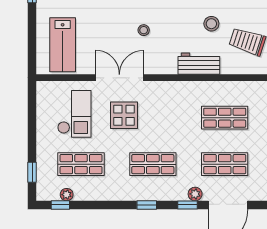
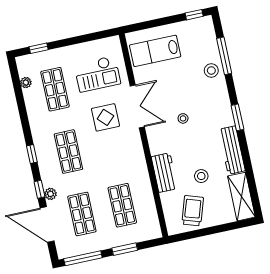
window: (60, 205) -> (16, 79), removed

